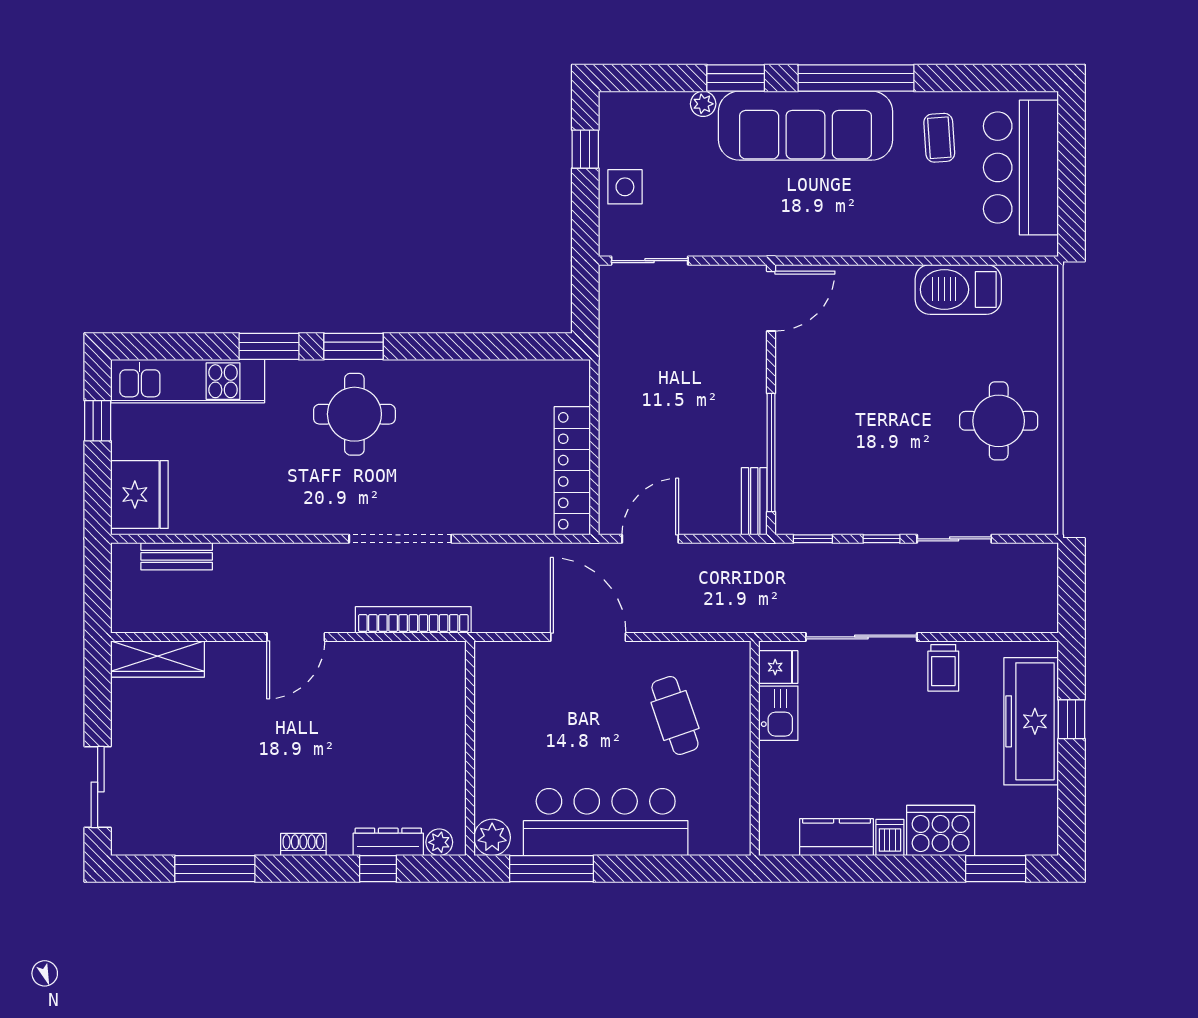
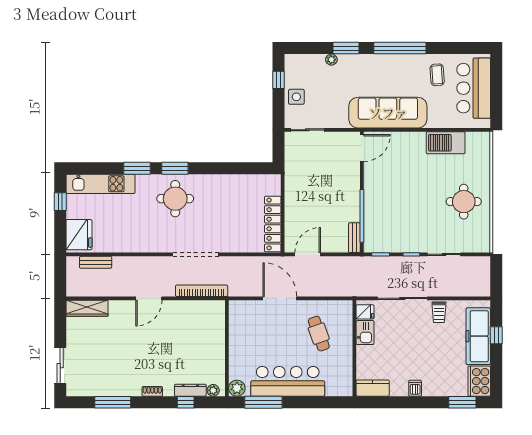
sofa: (806, 126) -> (388, 113), moved, turned 180
cooker: (941, 830) -> (479, 381), moved, turned -90
kitchen counter: (836, 837) -> (373, 388), moved

